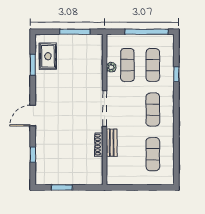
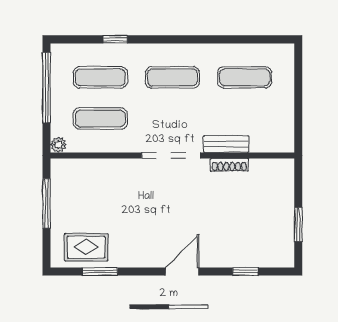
plant: (111, 67) -> (58, 145), moved
door: (33, 116) -> (182, 272), swing flipped

